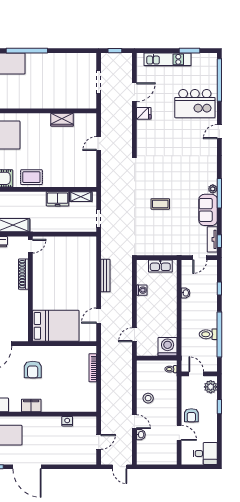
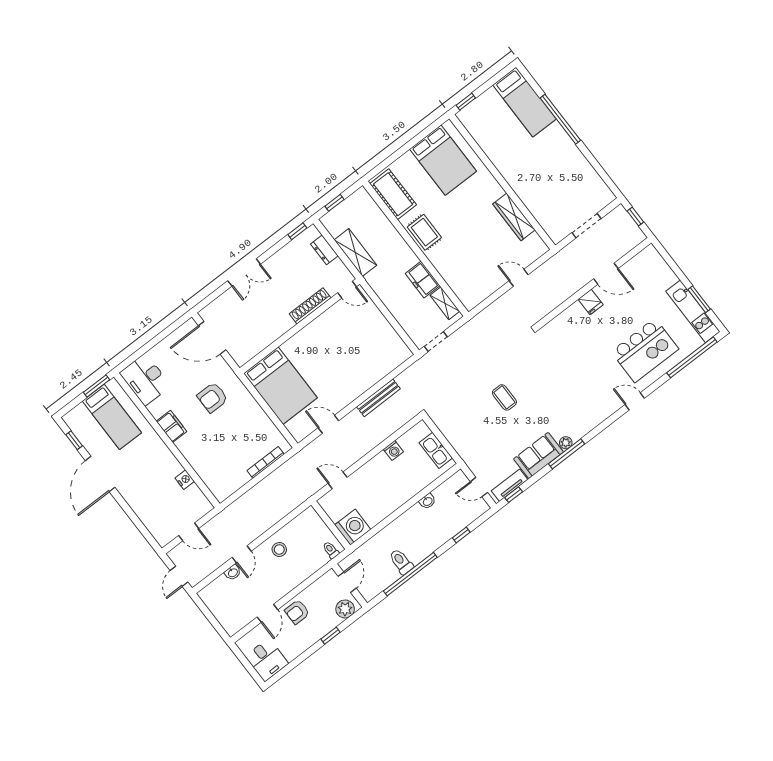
kitchen unit: (168, 59) -> (693, 311), moved
kitchen island: (195, 104) -> (645, 350), turned -90
wardrobe: (62, 120) -> (514, 217), width x1.50

